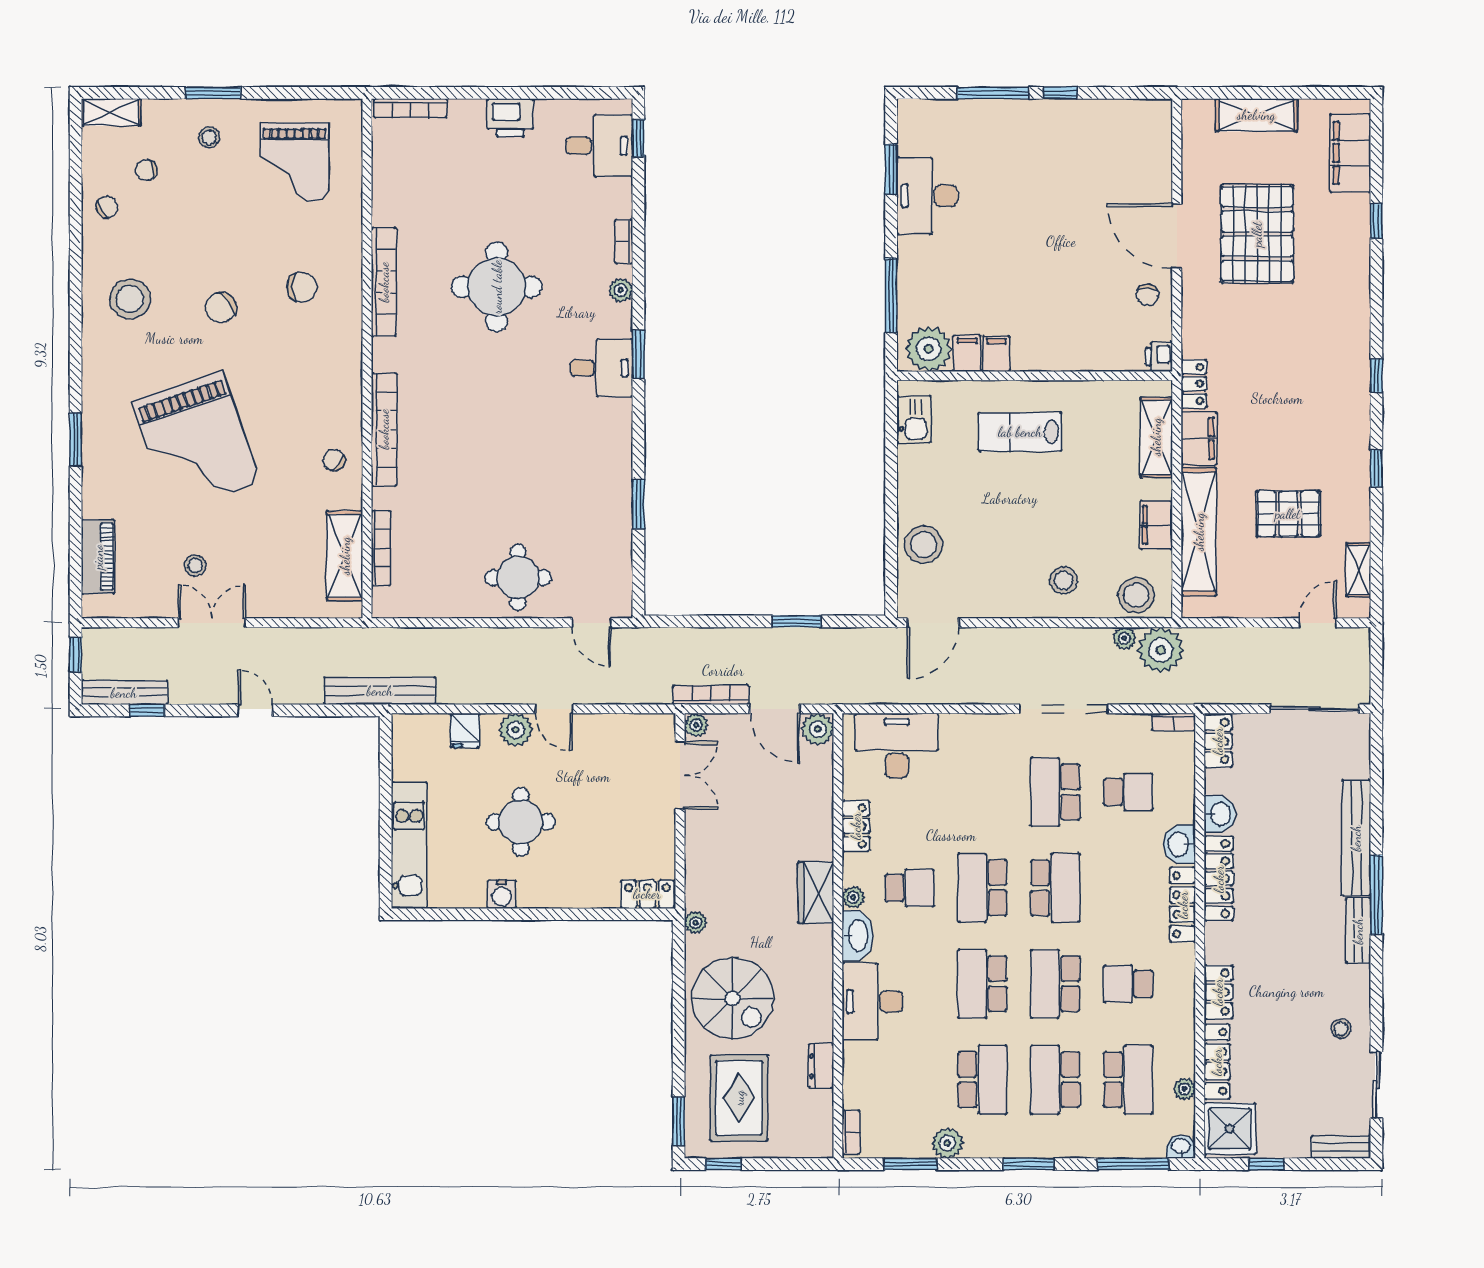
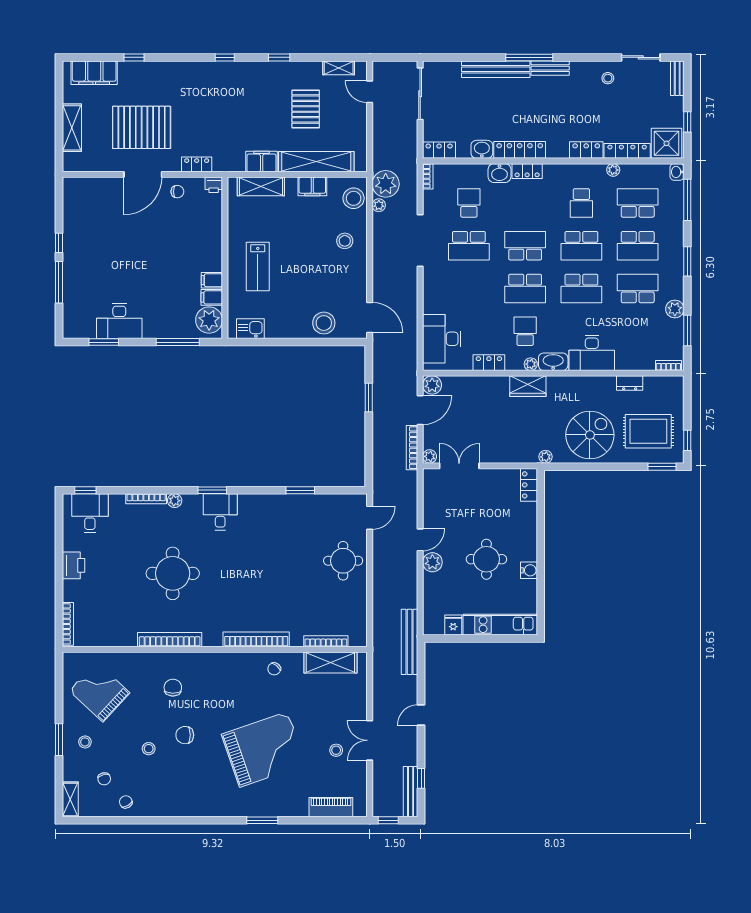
grand piano: (295, 162) -> (100, 692), turned -137
bookcase: (624, 242) -> (146, 499), width x1.56
stool: (130, 299) -> (149, 749), moved, width x0.53, depth x0.53
chair: (221, 308) -> (185, 735), turned 128
locker: (1194, 384) -> (197, 164), moved
fridge: (465, 730) -> (453, 625), moved, turned -90
locker: (1183, 905) -> (527, 171), width x0.66
plant: (1184, 1089) -> (613, 170), moved

